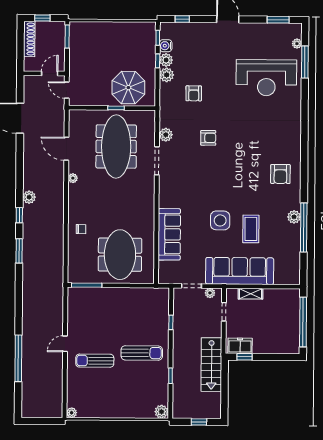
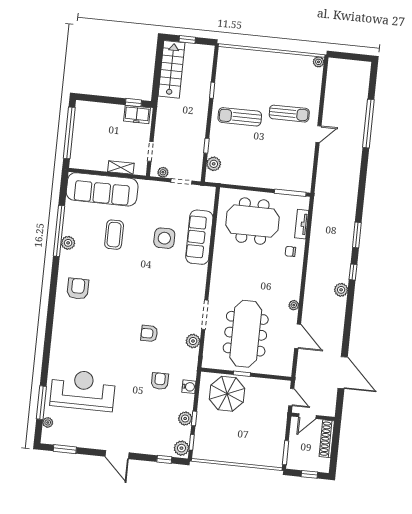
shoe rack: (29, 39) -> (327, 439), moved
water cooler: (166, 46) -> (189, 387), moved
plant: (167, 75) -> (181, 448), moved
side table: (220, 220) -> (164, 238), moved
meeting table: (120, 255) -> (252, 221), turned 90
tv unit: (73, 256) -> (302, 224), added
sofa: (240, 271) -> (102, 189), moved
stairs: (211, 365) -> (172, 69), moved
plant: (162, 412) -> (214, 164), moved

